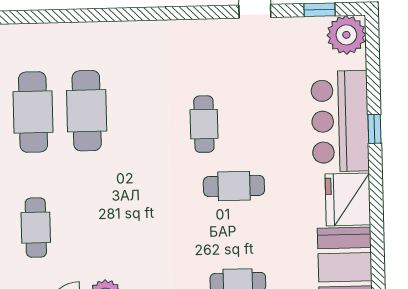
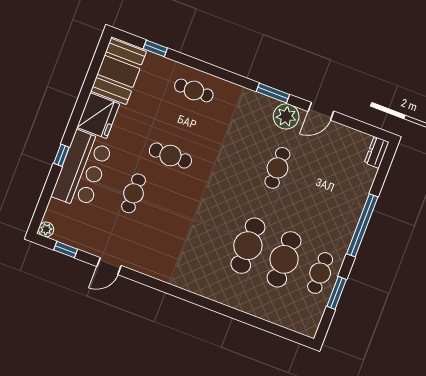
plant: (346, 35) -> (46, 229), width x0.53, depth x0.53
cafe table: (204, 124) -> (133, 193), moved
cafe table: (36, 228) -> (277, 168), moved

